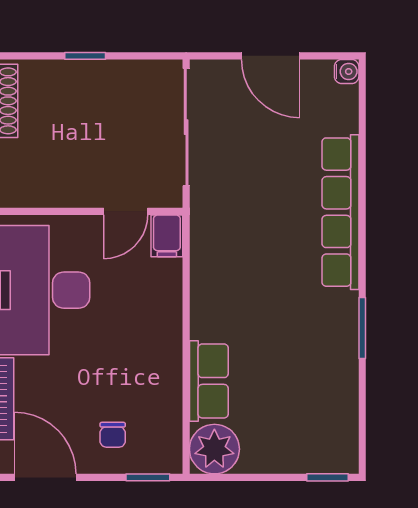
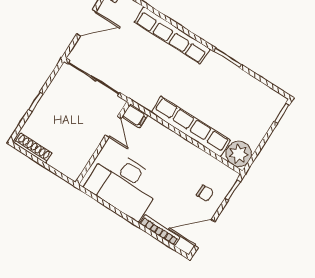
row of seats: (209, 381) -> (191, 126), width x2.02

